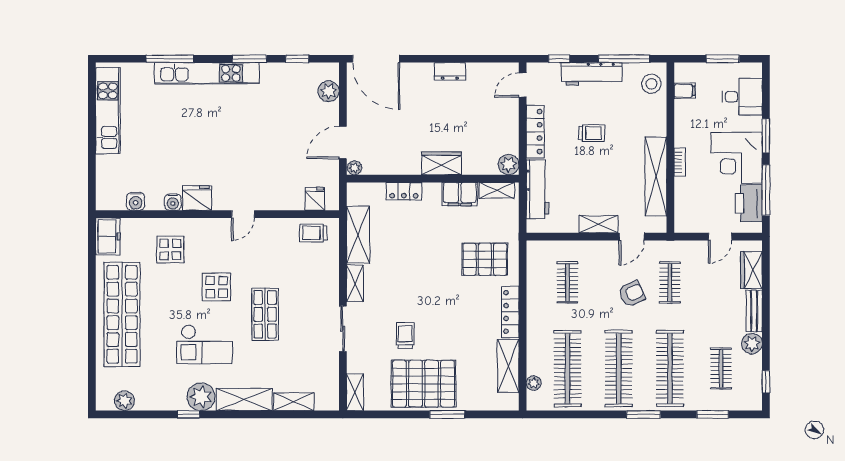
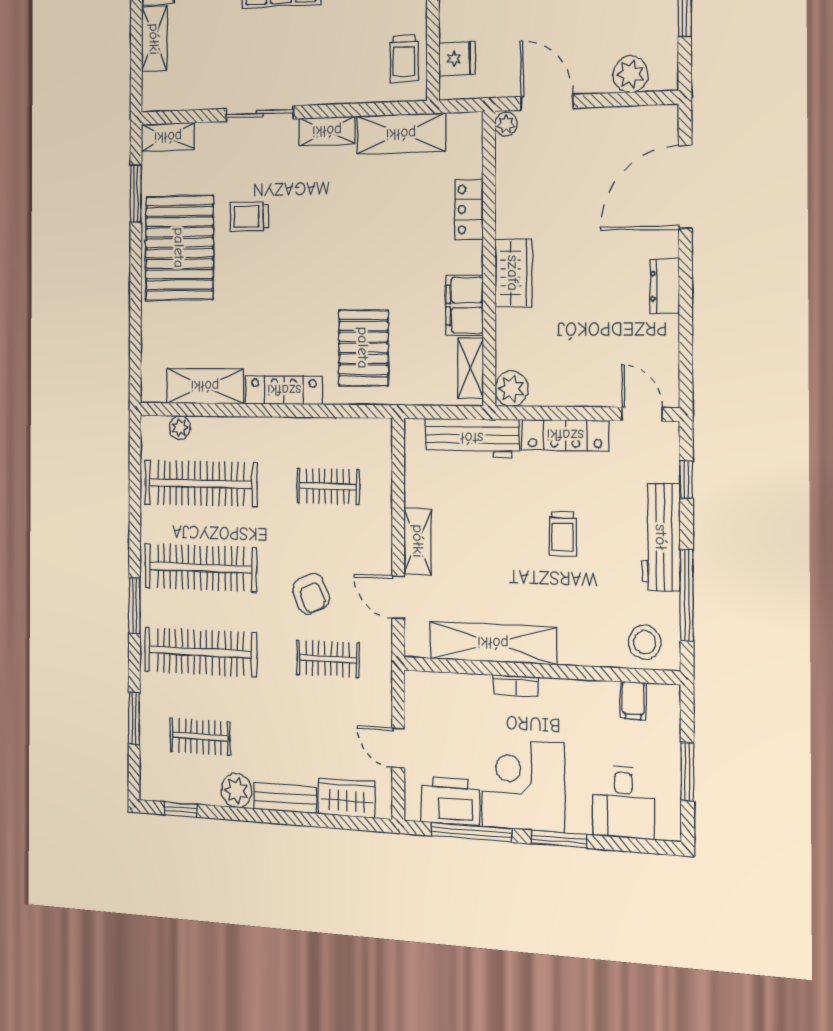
door: (376, 59) -> (685, 187), moved
trolley: (313, 233) -> (404, 58), turned 180
trolley: (405, 336) -> (249, 217), turned 180
window: (447, 414) -> (136, 194), moved

